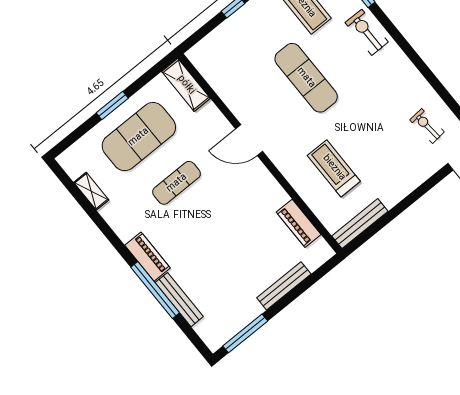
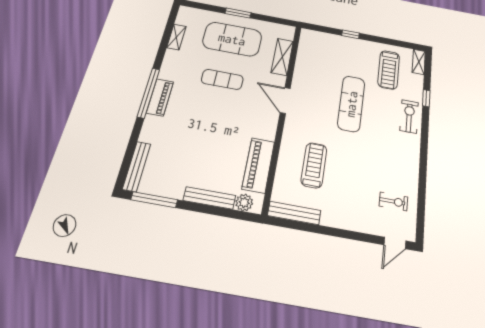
shelving: (186, 85) -> (282, 57), moved
exercise bike: (427, 126) -> (393, 201), turned 95
piano: (299, 223) -> (258, 165), width x1.37, depth x1.33
plant: (314, 259) -> (244, 203), added
window: (155, 290) -> (149, 93), moved
bench: (179, 300) -> (137, 166), moved

